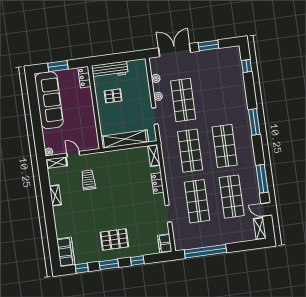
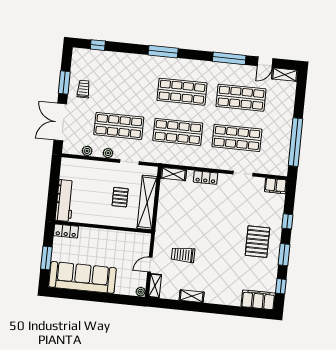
trolley: (207, 63) -> (83, 89), added
pallet: (113, 96) -> (120, 197), moved

